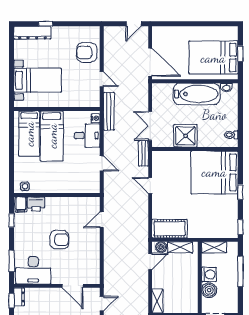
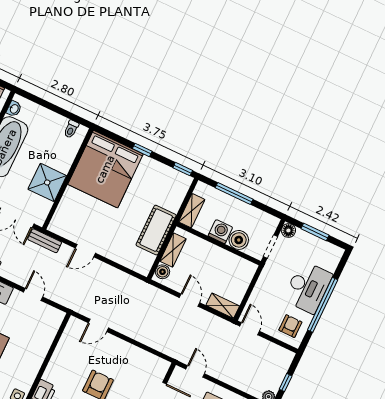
door: (102, 163) -> (33, 294), hinge flipped
door: (102, 220) -> (98, 325), hinge flipped
cot: (170, 229) -> (156, 230), moved
door: (150, 261) -> (189, 300), moved

